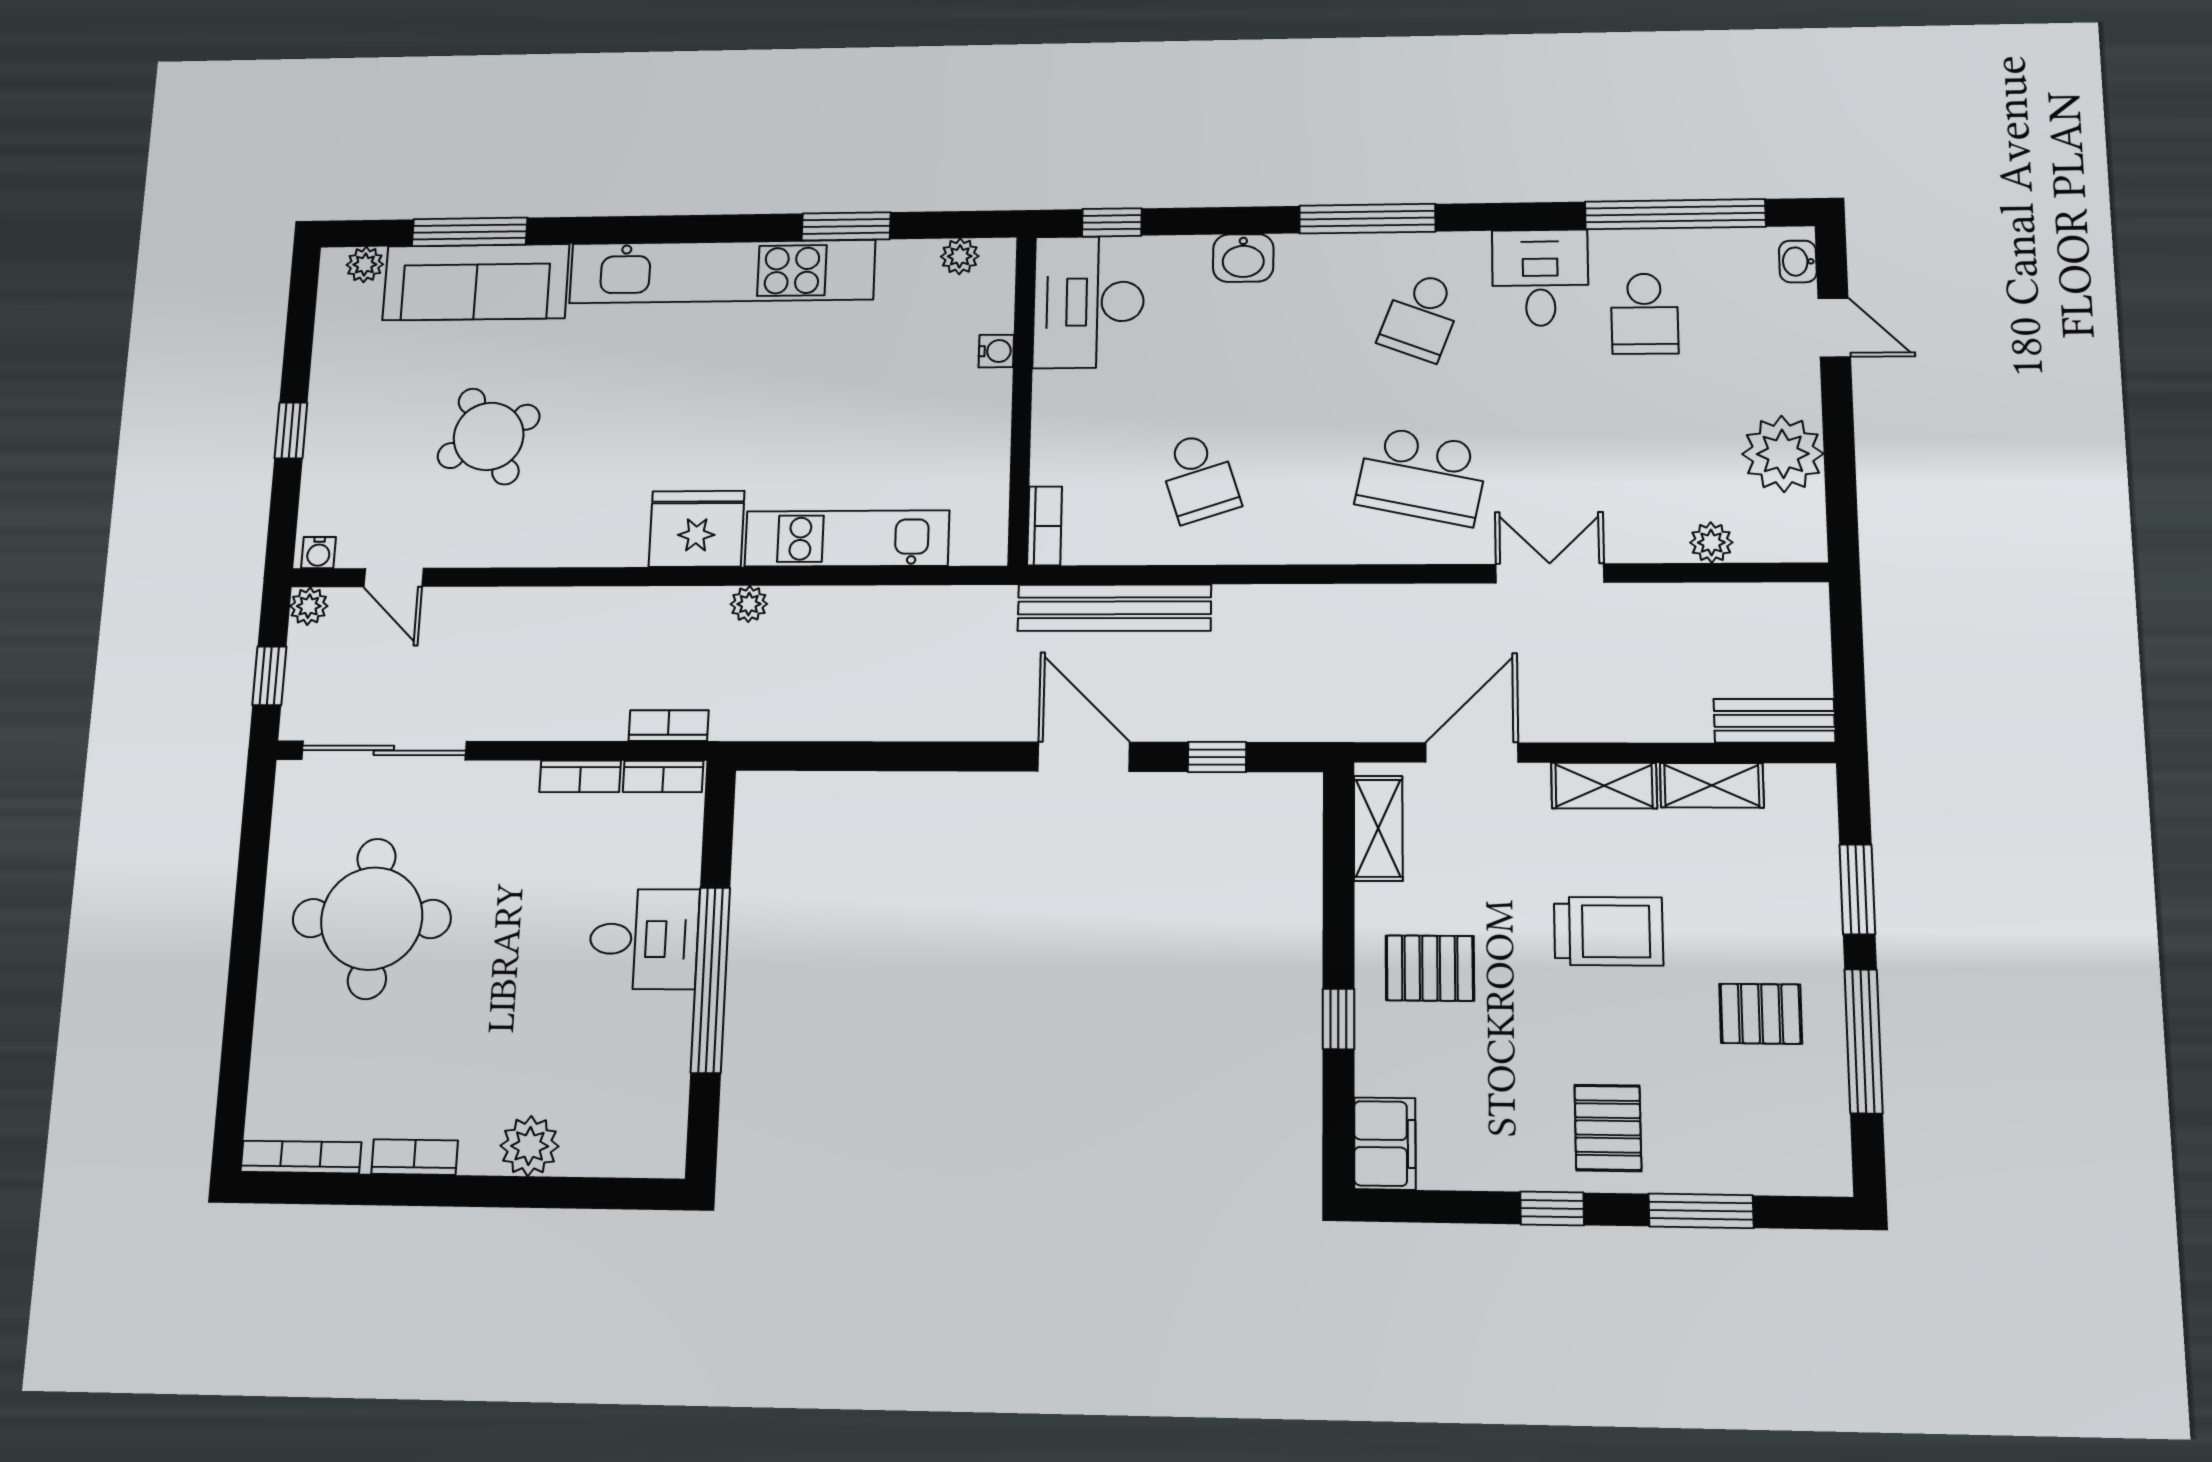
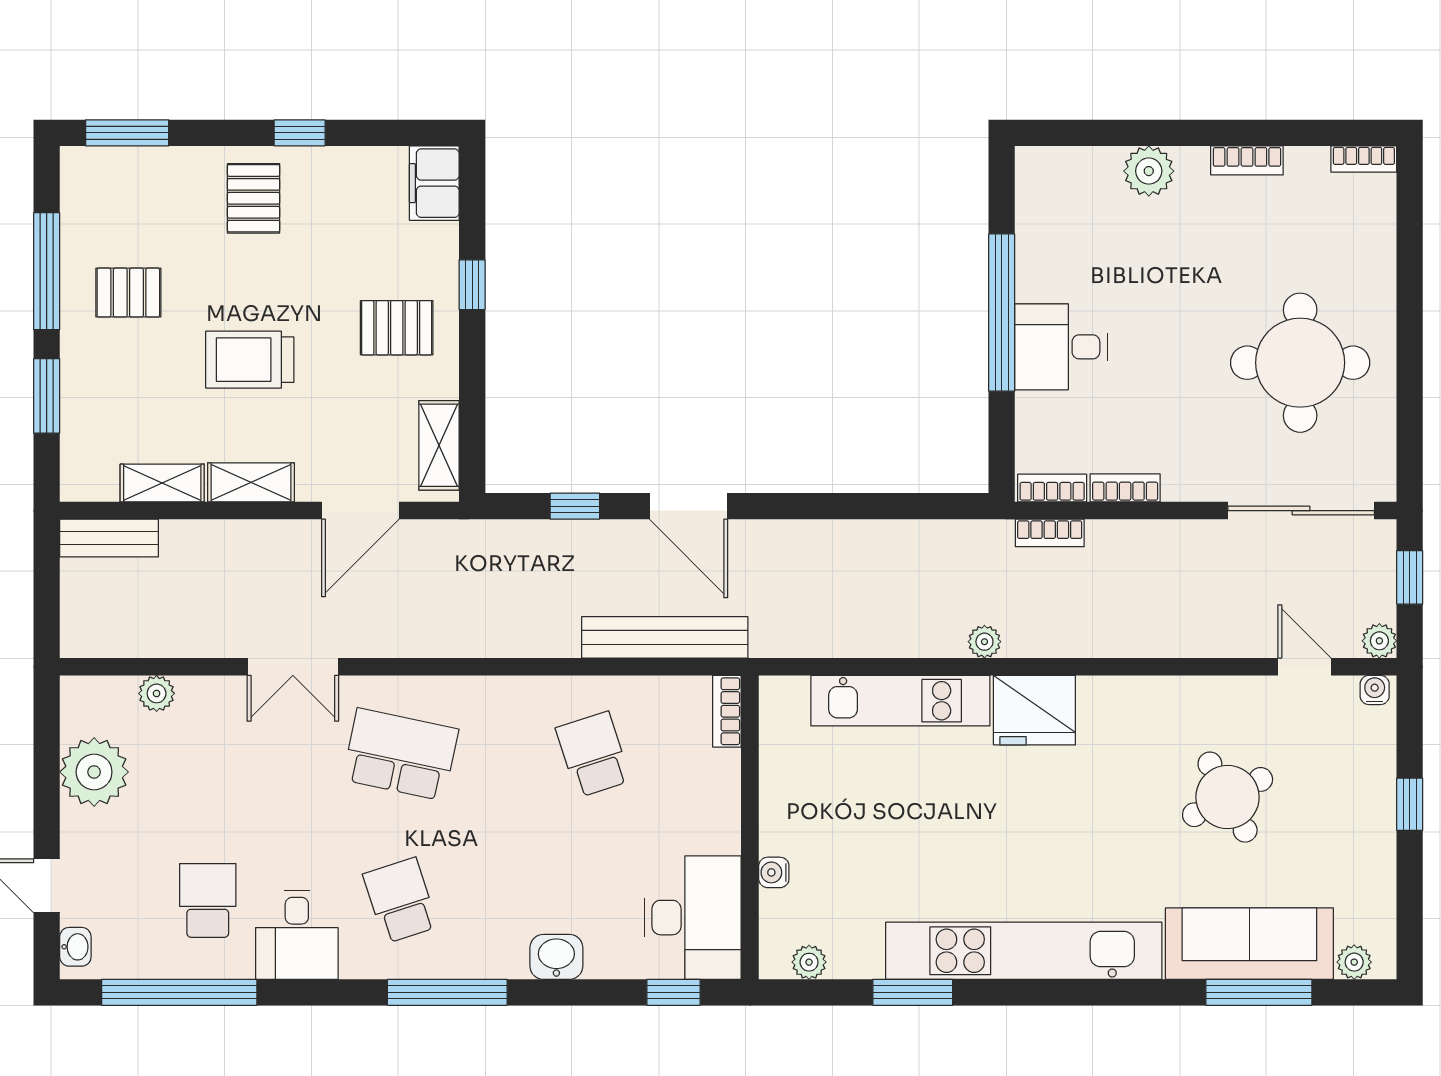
school desk: (1421, 316) -> (400, 900), turned -39
bookcase: (301, 1157) -> (1364, 159), width x0.64
window: (1701, 1211) -> (127, 133), moved

